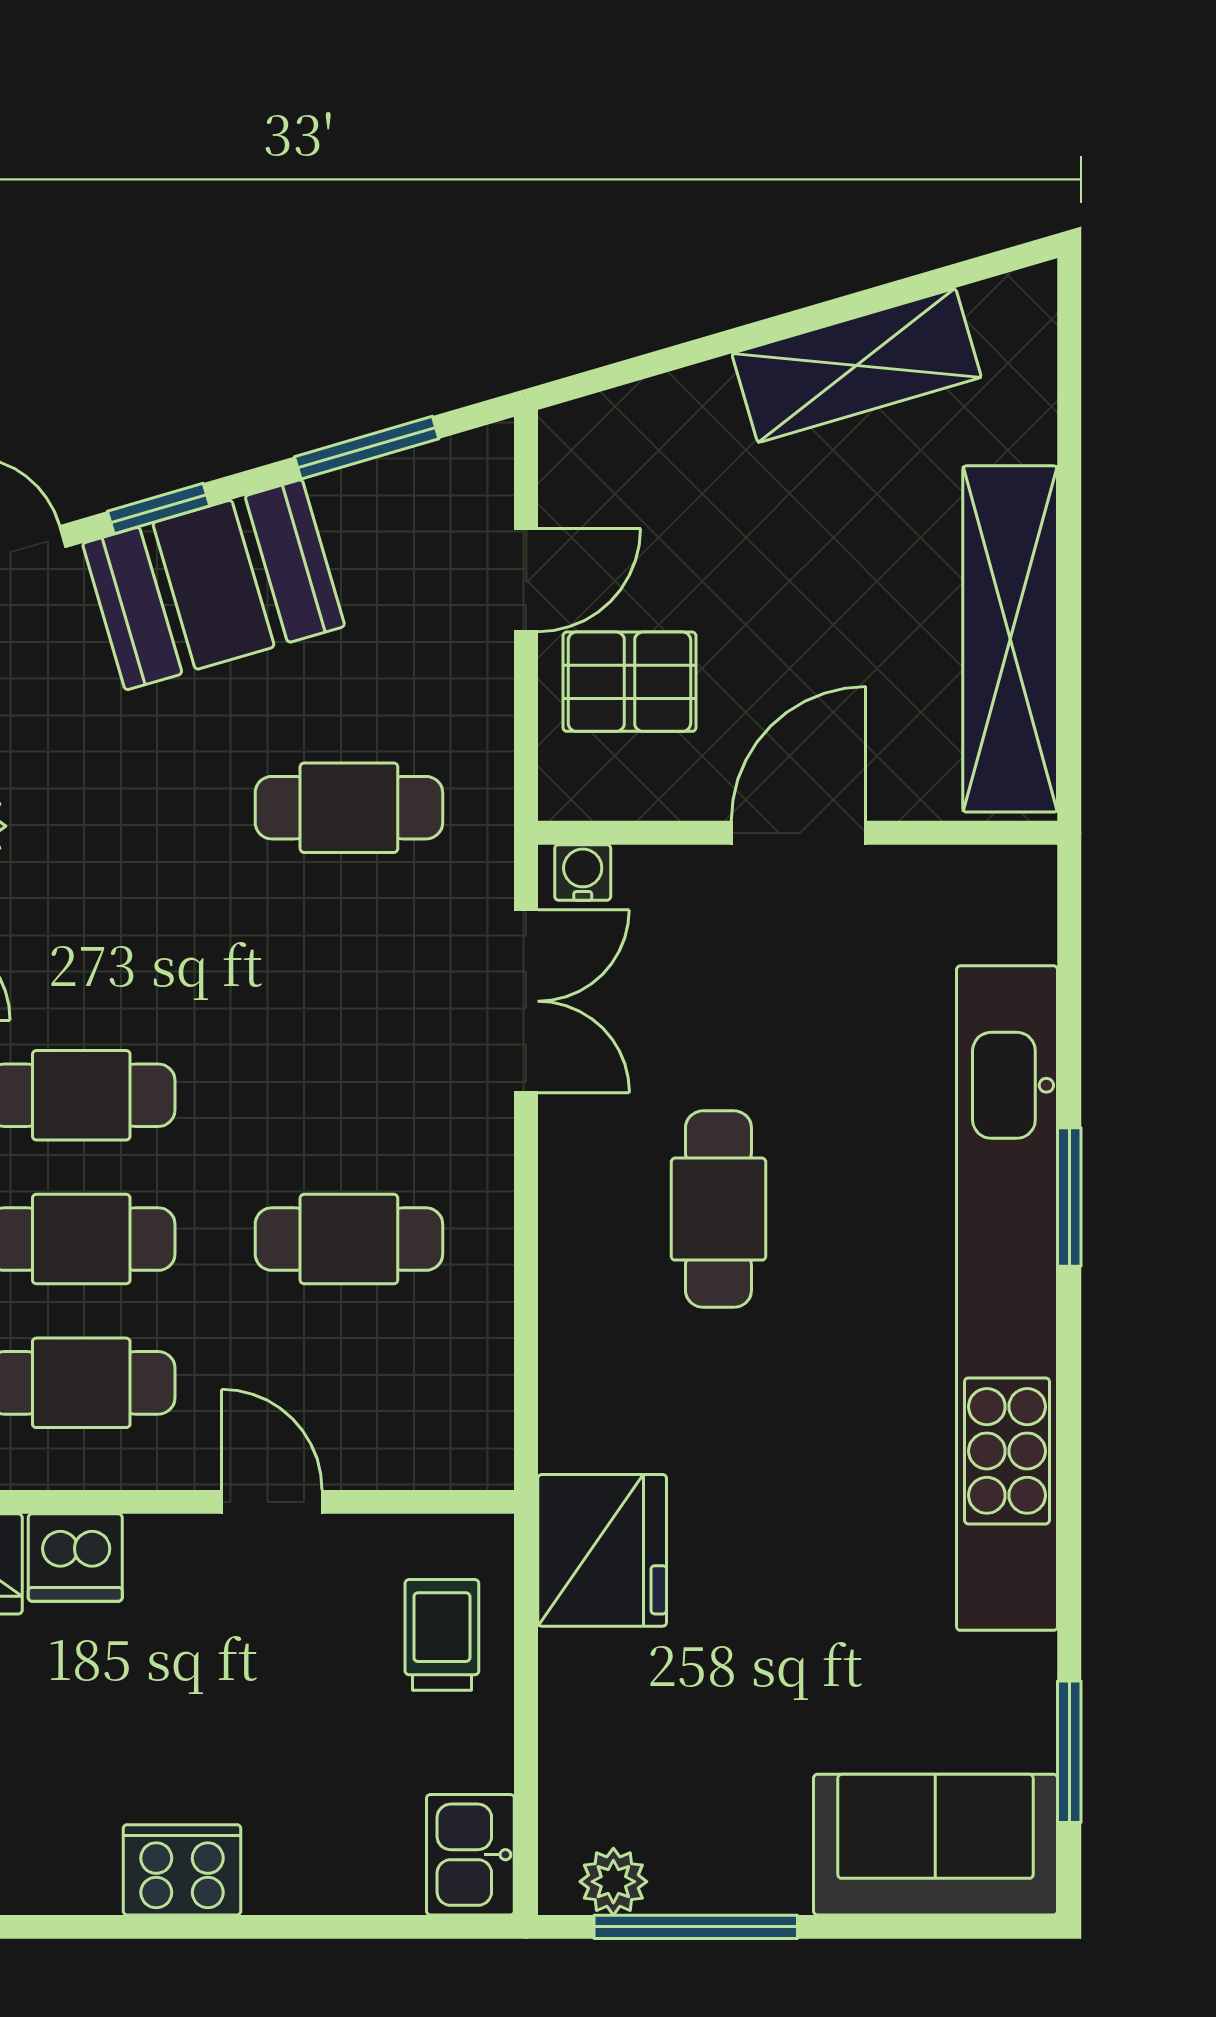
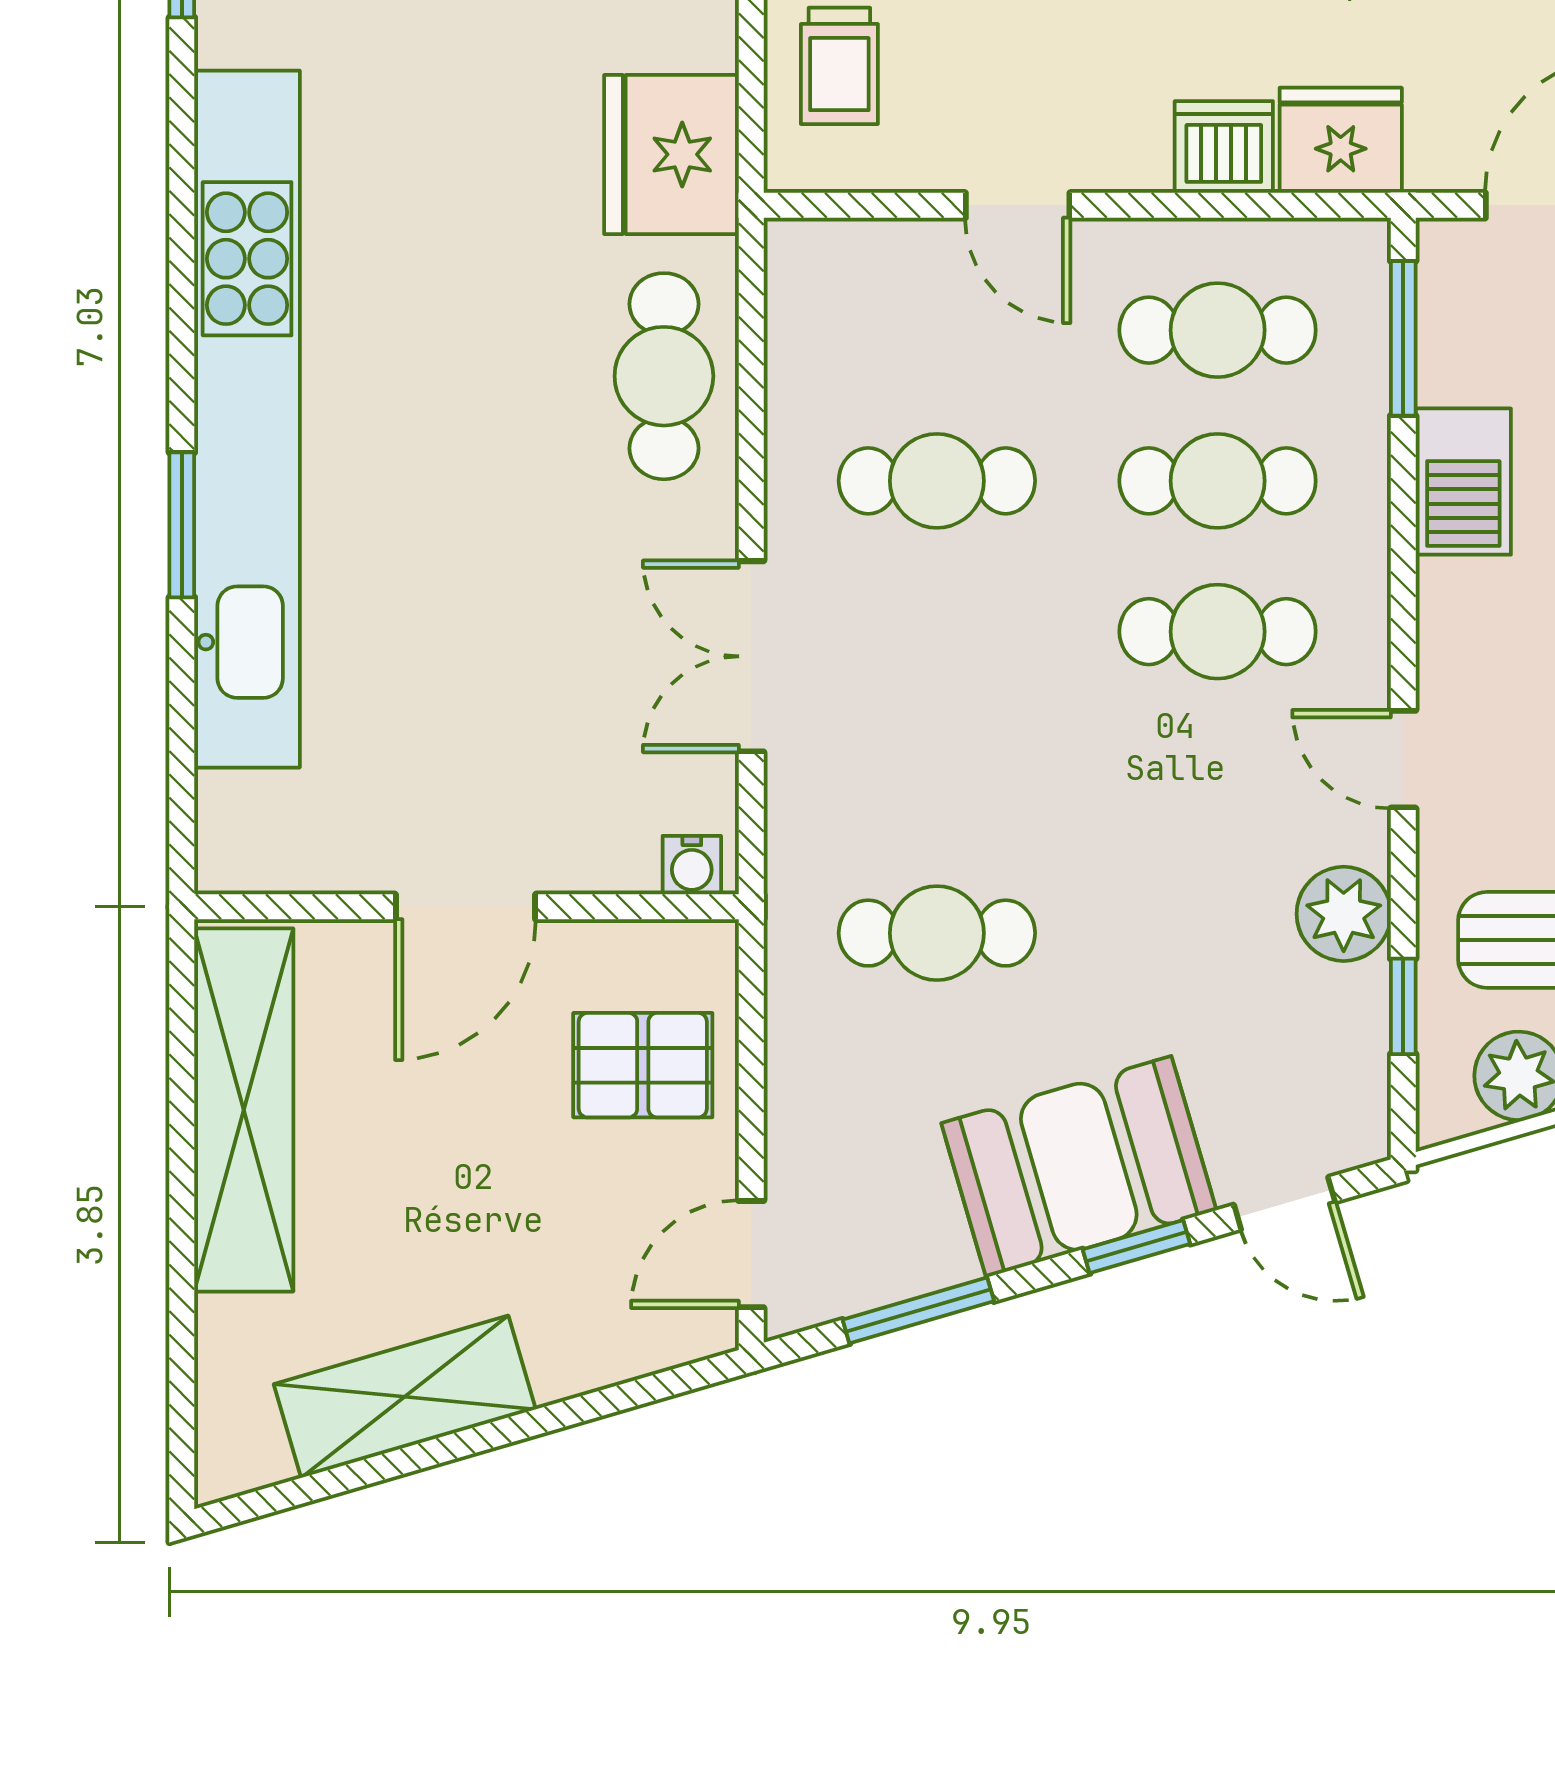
door: (526, 580) -> (751, 1254), moved
double door: (526, 1001) -> (751, 656), moved
cafe table: (718, 1209) -> (664, 376), moved

